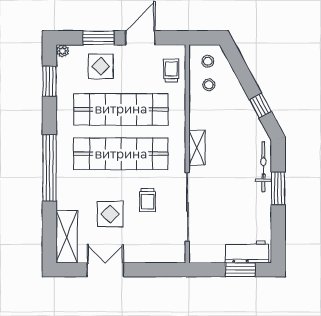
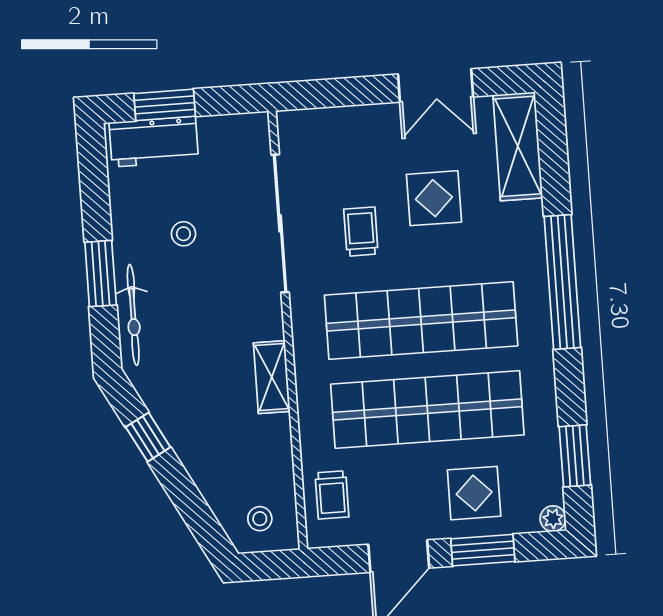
stool: (209, 85) -> (183, 234), moved
shelving: (197, 148) -> (272, 377), moved

